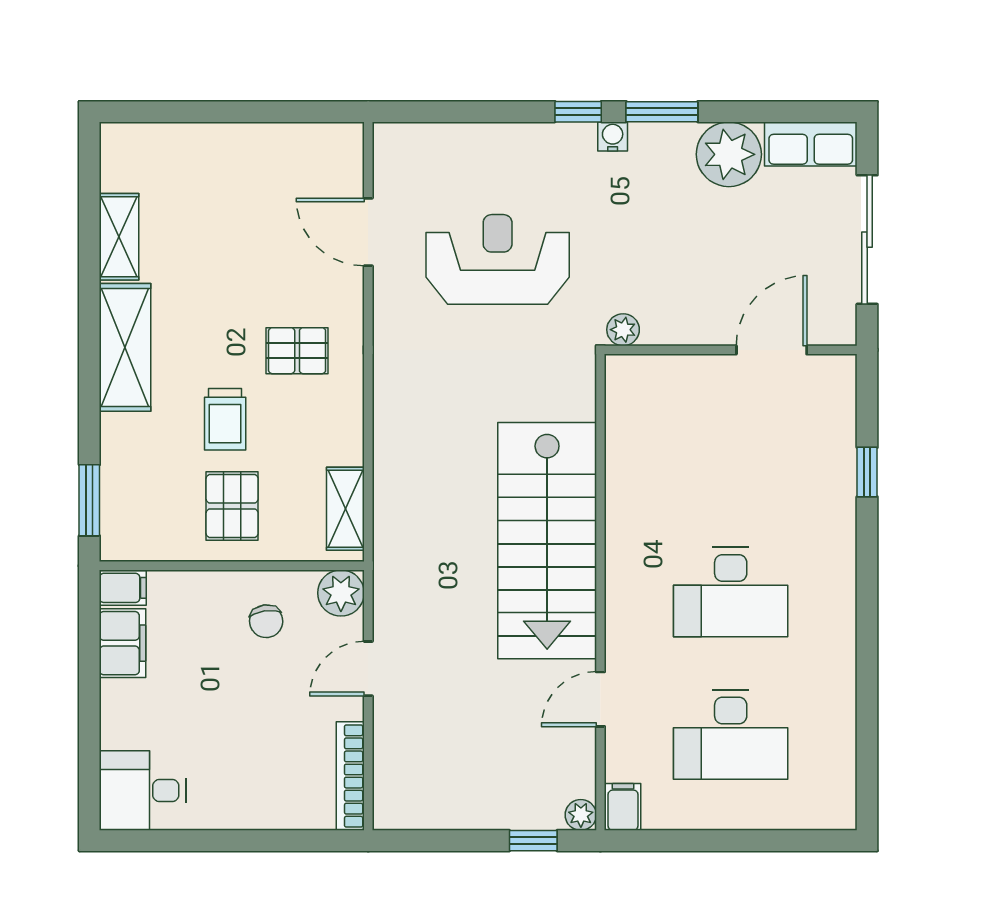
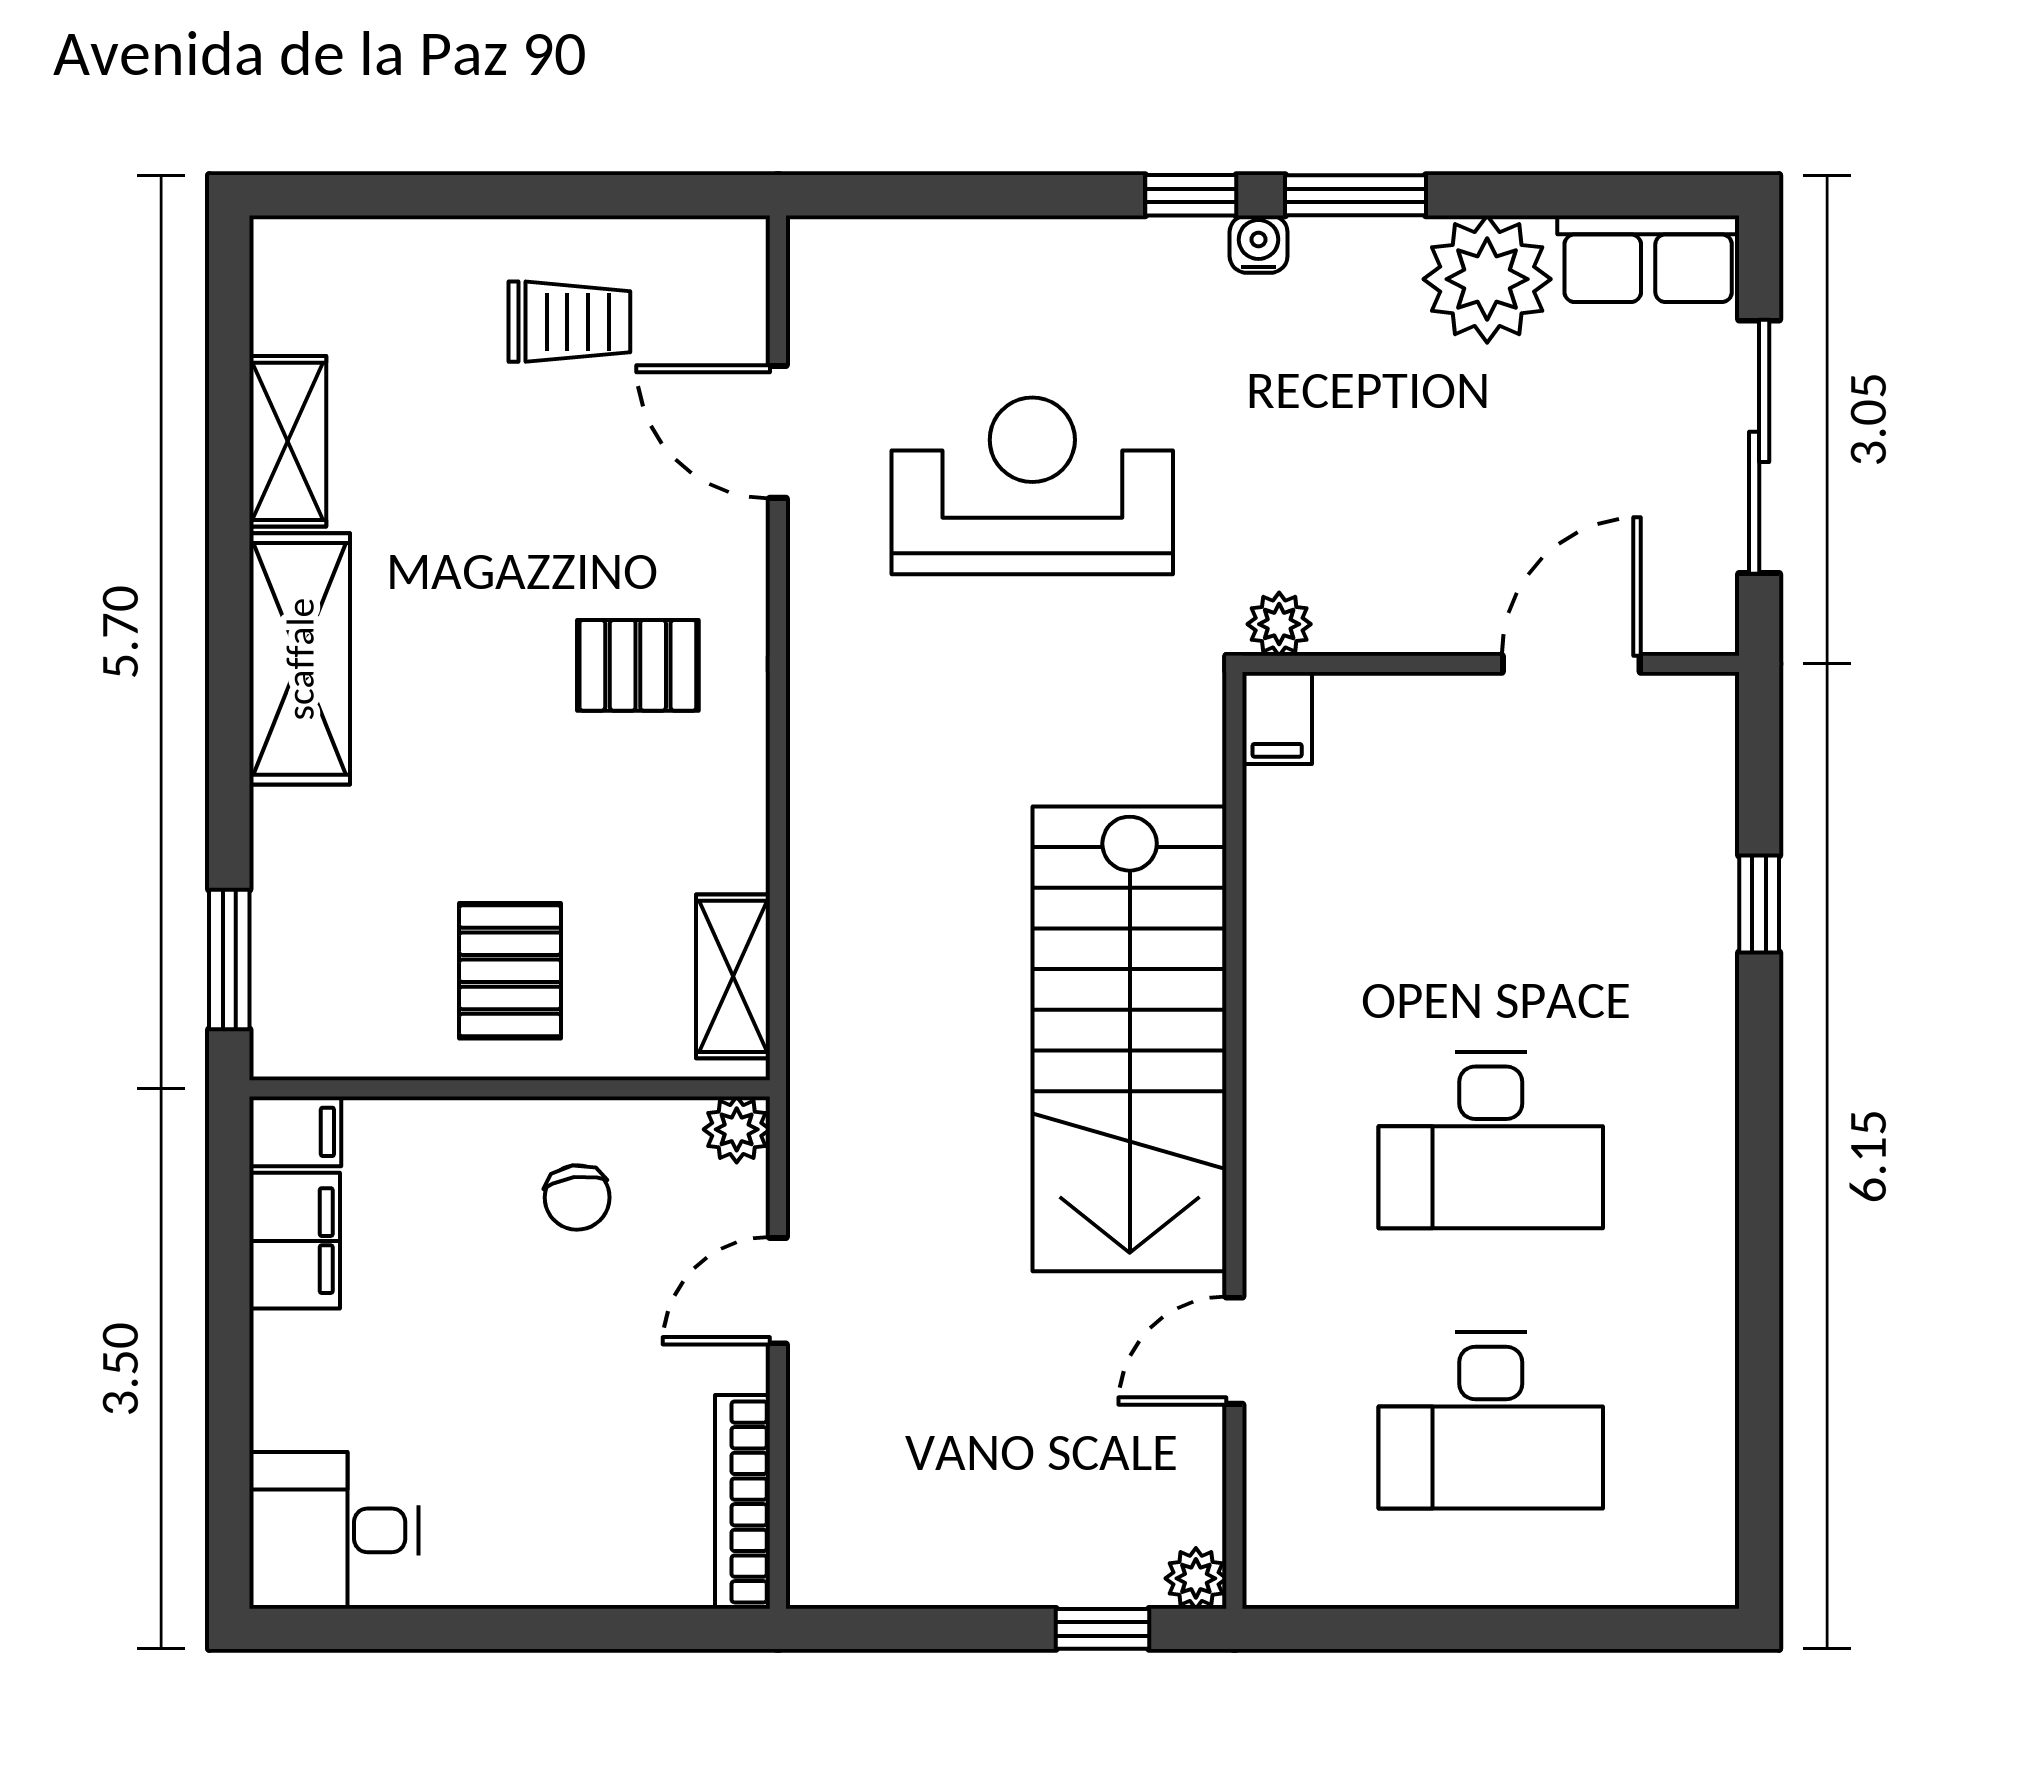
trolley: (225, 419) -> (569, 322), moved, turned -90
plant: (341, 593) -> (737, 1129), width x0.73, depth x0.73
filing cabinet: (623, 807) -> (1277, 718), moved, turned 180

